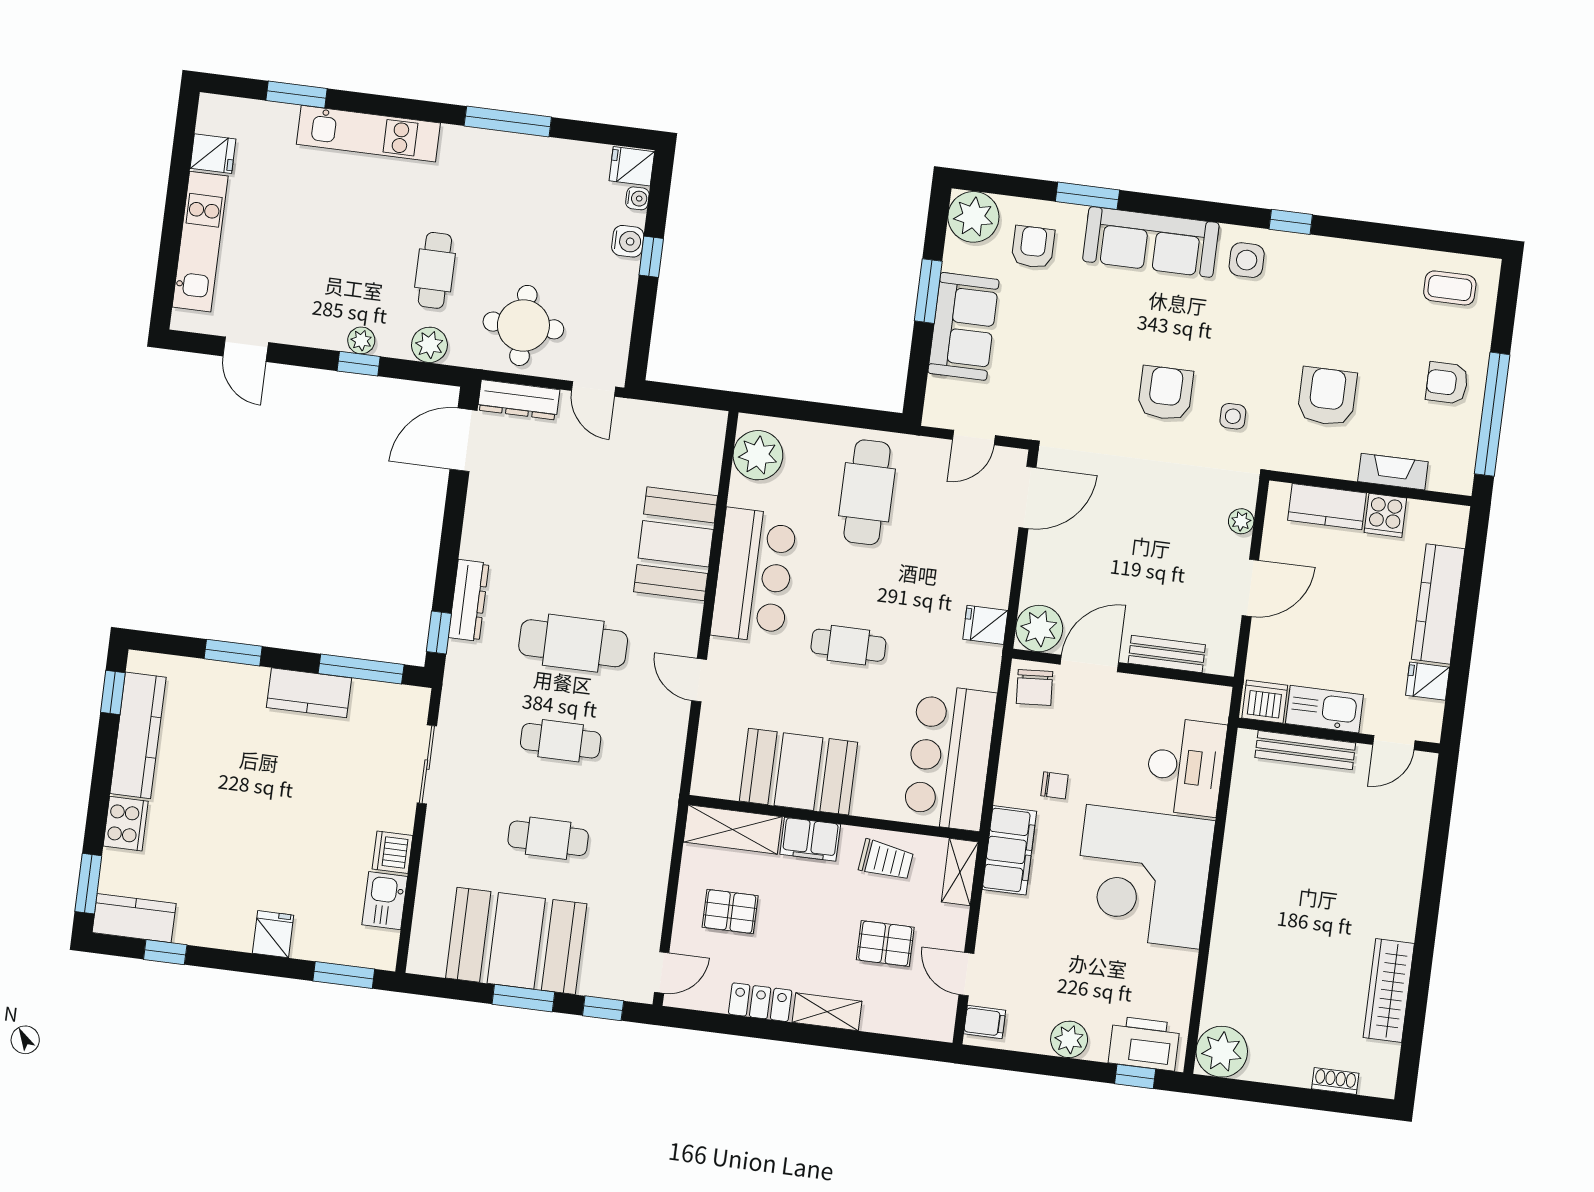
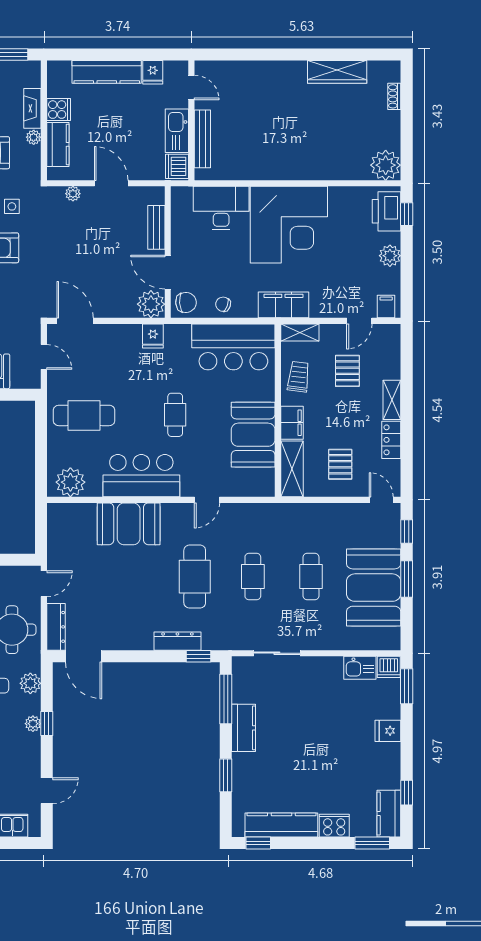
plant: (1344, 467) -> (34, 137), added
chair: (1055, 785) -> (223, 304), moved, turned -70
dishwasher: (392, 852) -> (389, 667), moved

